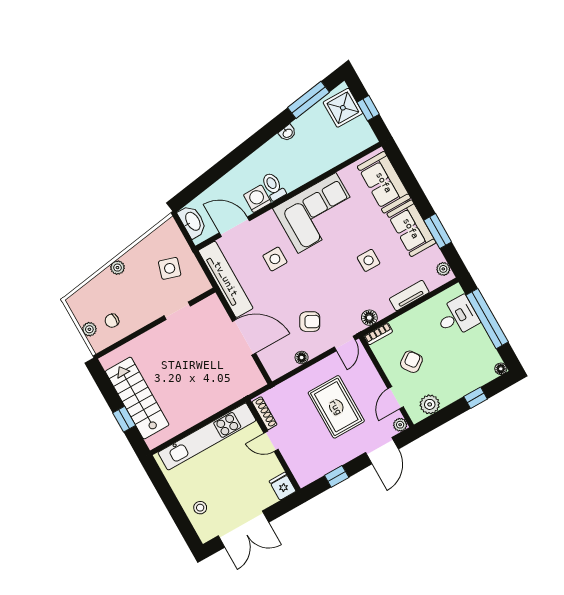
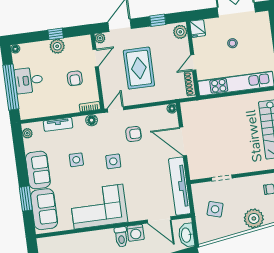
window: (438, 231) -> (26, 199), moved
side table: (275, 259) -> (113, 161), moved
plant: (117, 268) -> (254, 218), width x1.87, depth x1.87
desk: (457, 317) -> (29, 80), moved
armchair: (310, 322) -> (134, 134), turned 151
floor lamp: (302, 358) -> (172, 108), moved
armchair: (411, 362) -> (75, 78), turned -54
window: (476, 398) -> (56, 34), moved
plant: (430, 404) -> (57, 46), moved
door: (271, 441) -> (193, 62), swing flipped
plant: (303, 473) -> (180, 32), added
stool: (200, 508) -> (232, 43), moved

